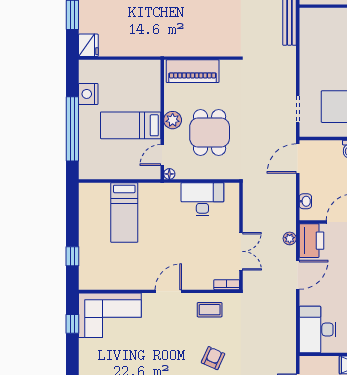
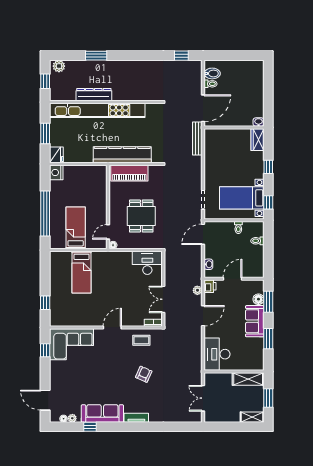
kitchen counter: (182, 45) -> (122, 155), added
nightstand: (88, 94) -> (56, 172), moved
plant: (173, 120) -> (115, 207), removed
bed: (131, 125) -> (76, 228), moved, turned 90
desk: (202, 199) -> (147, 263), moved
printer: (311, 241) -> (210, 286), width x0.53, depth x0.68
double door: (241, 251) -> (163, 299), swing flipped

